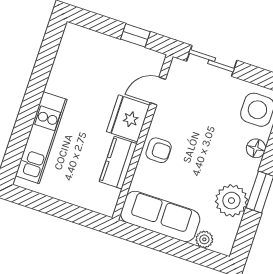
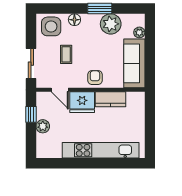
plant: (111, 47) -> (43, 126), added
coffee table: (208, 118) -> (66, 54), added
kitchen unit: (41, 138) -> (101, 150), width x1.36

